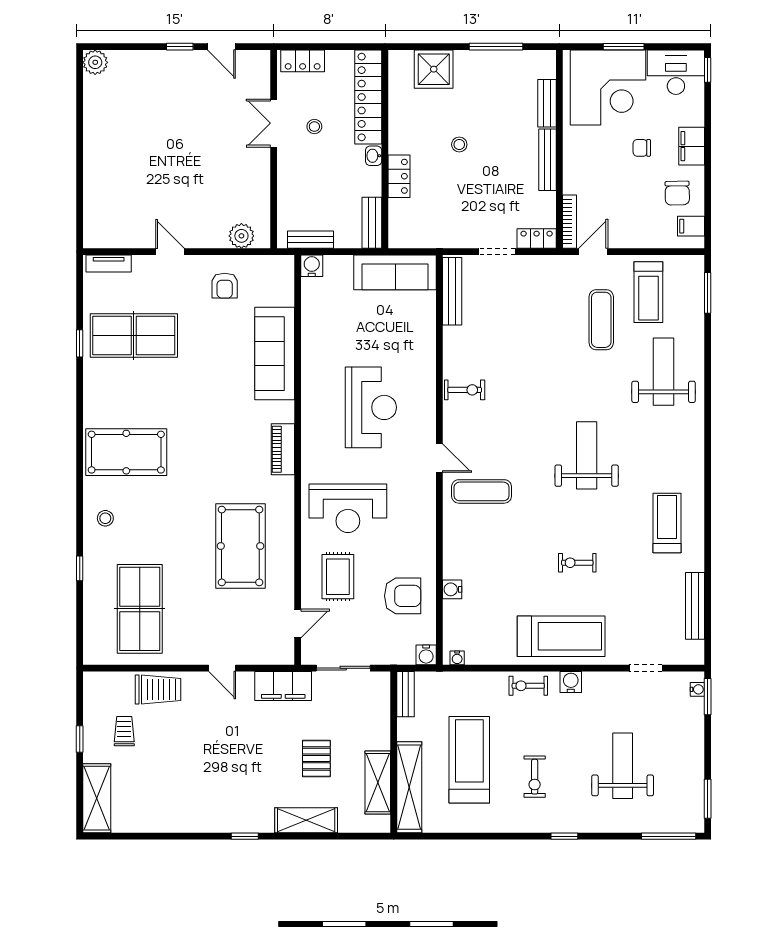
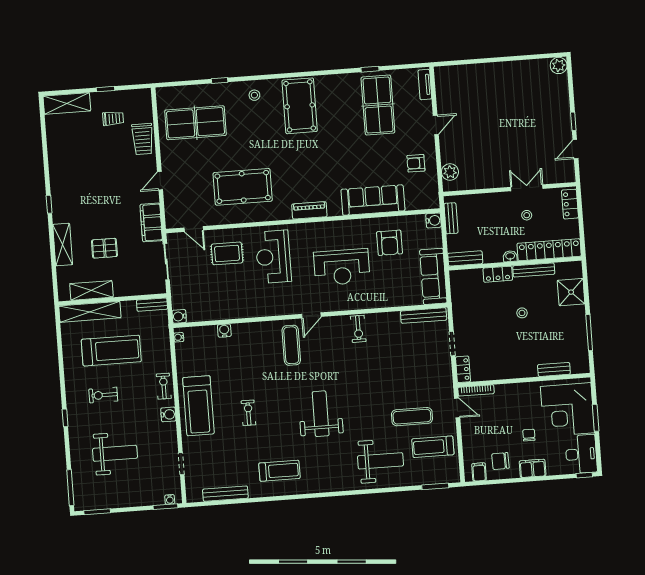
bench: (547, 160) -> (534, 270), moved
weight bench: (587, 455) -> (321, 414), turned -90
armchair: (403, 596) -> (390, 243), moved

